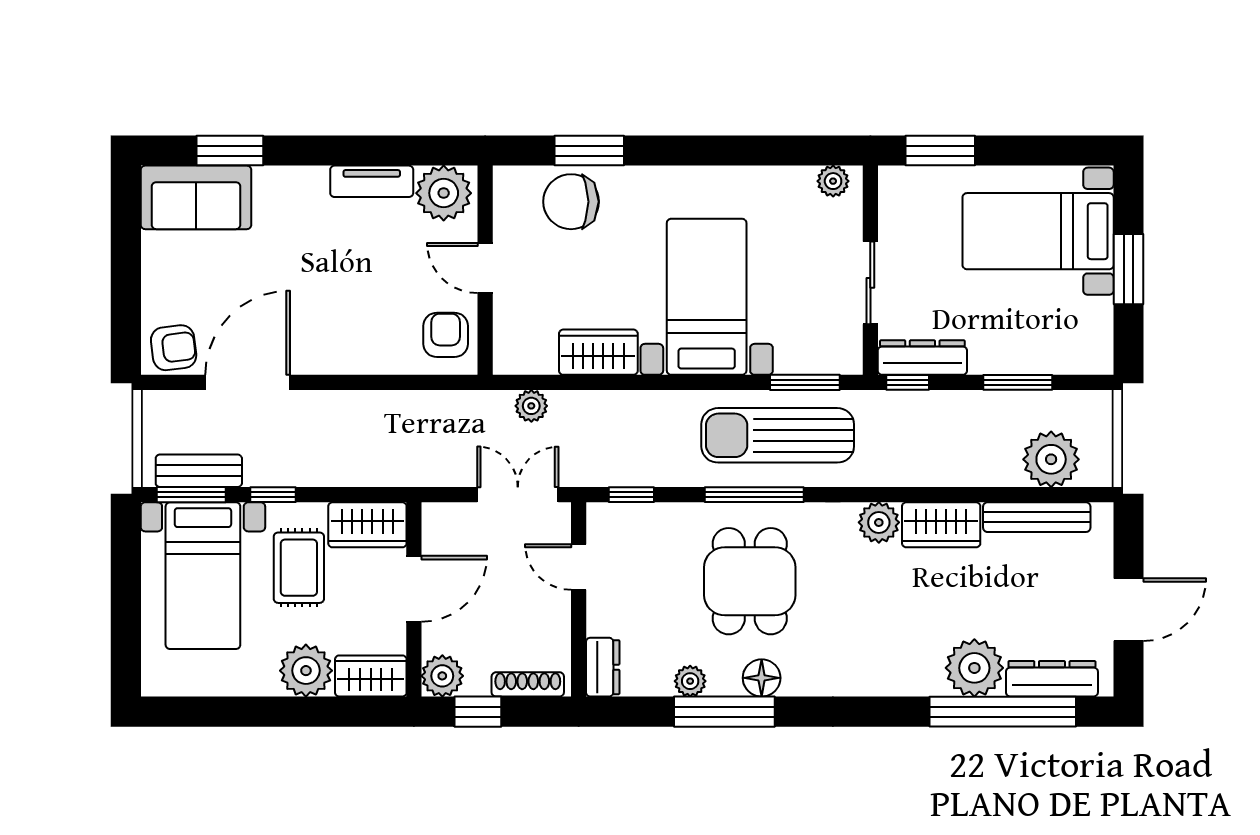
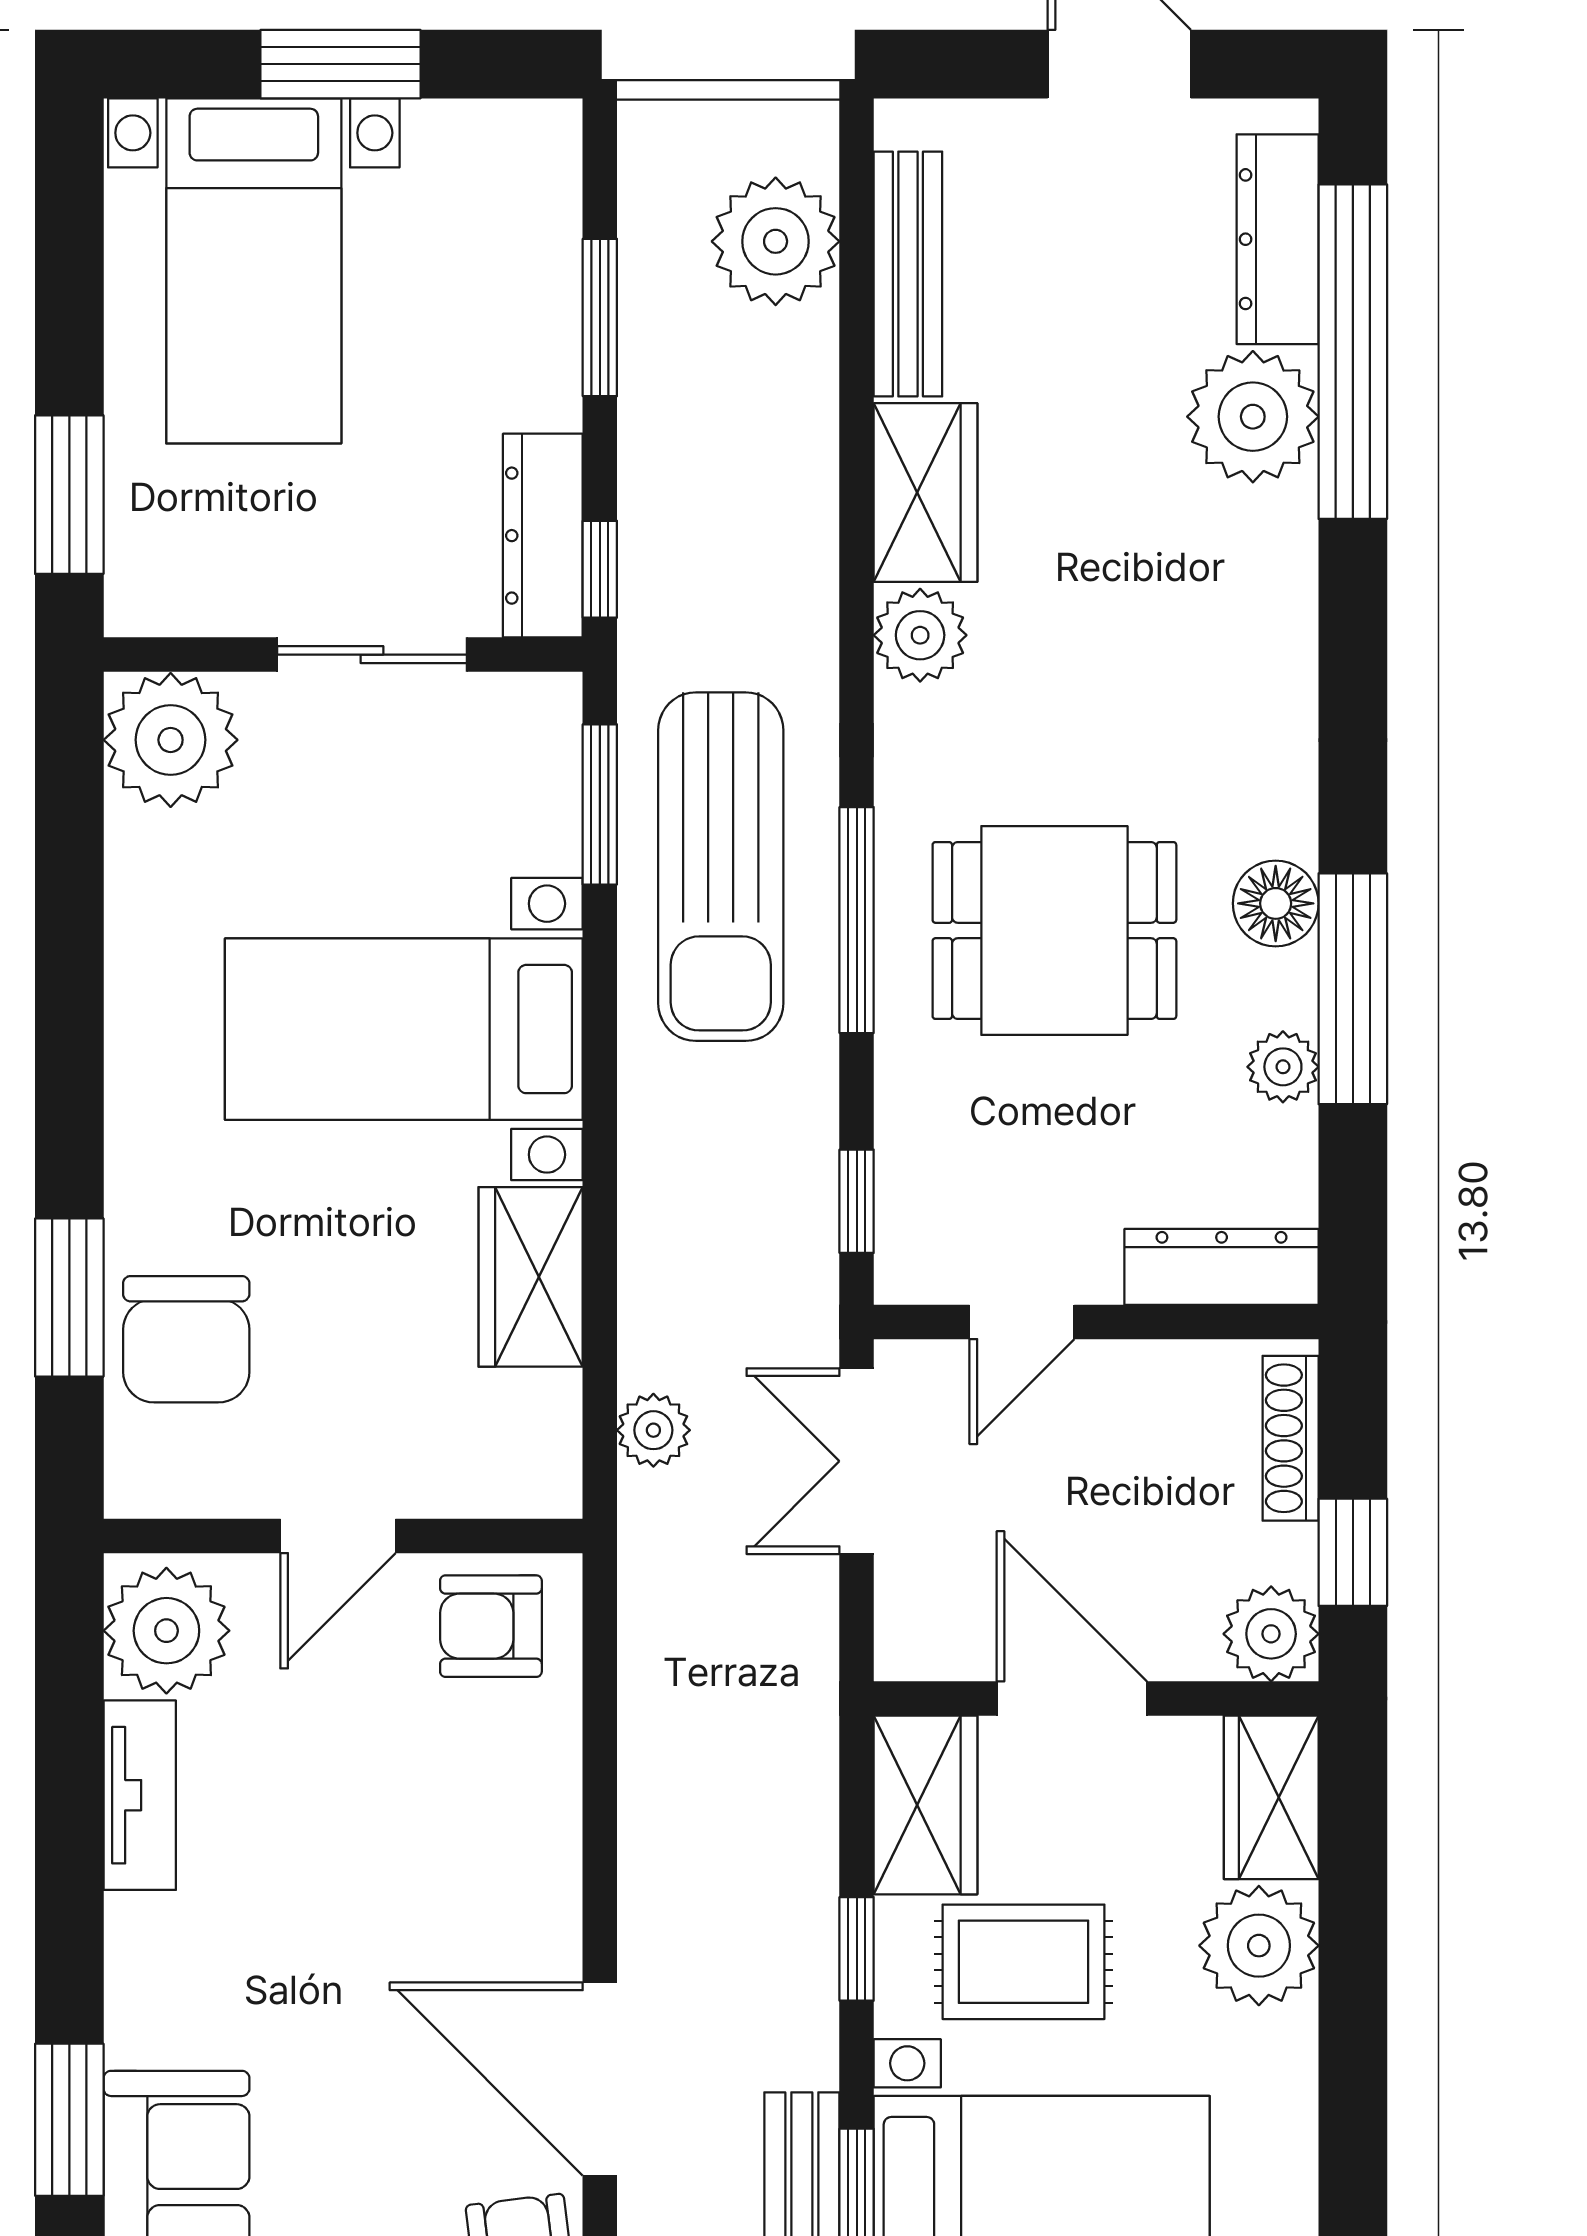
plant: (833, 181) -> (171, 740), width x1.87, depth x1.87
window: (273, 495) -> (857, 1949), moved
dresser: (603, 667) -> (1222, 1267), width x1.44

